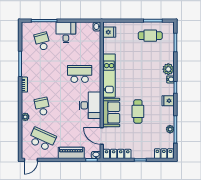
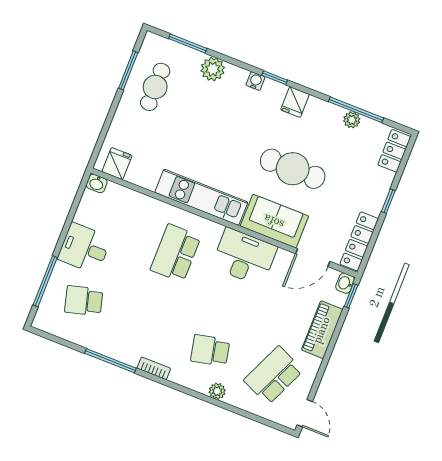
plant: (168, 69) -> (213, 69), moved
cafe table: (138, 111) -> (293, 169), width x1.37, depth x1.35

